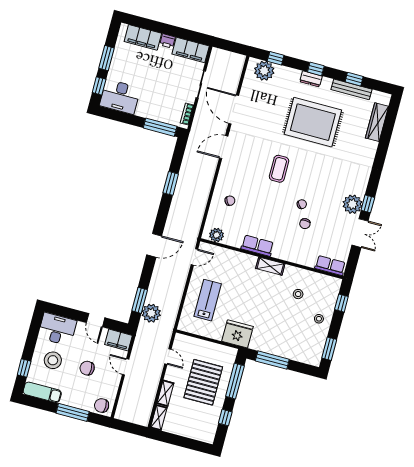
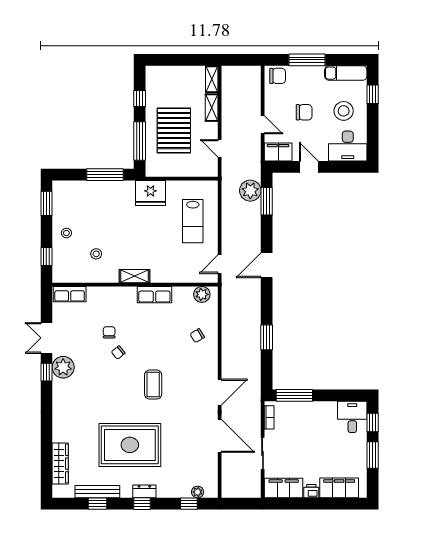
plant: (264, 71) -> (198, 492), width x0.53, depth x0.53
desk: (120, 97) -> (352, 417), width x0.73

